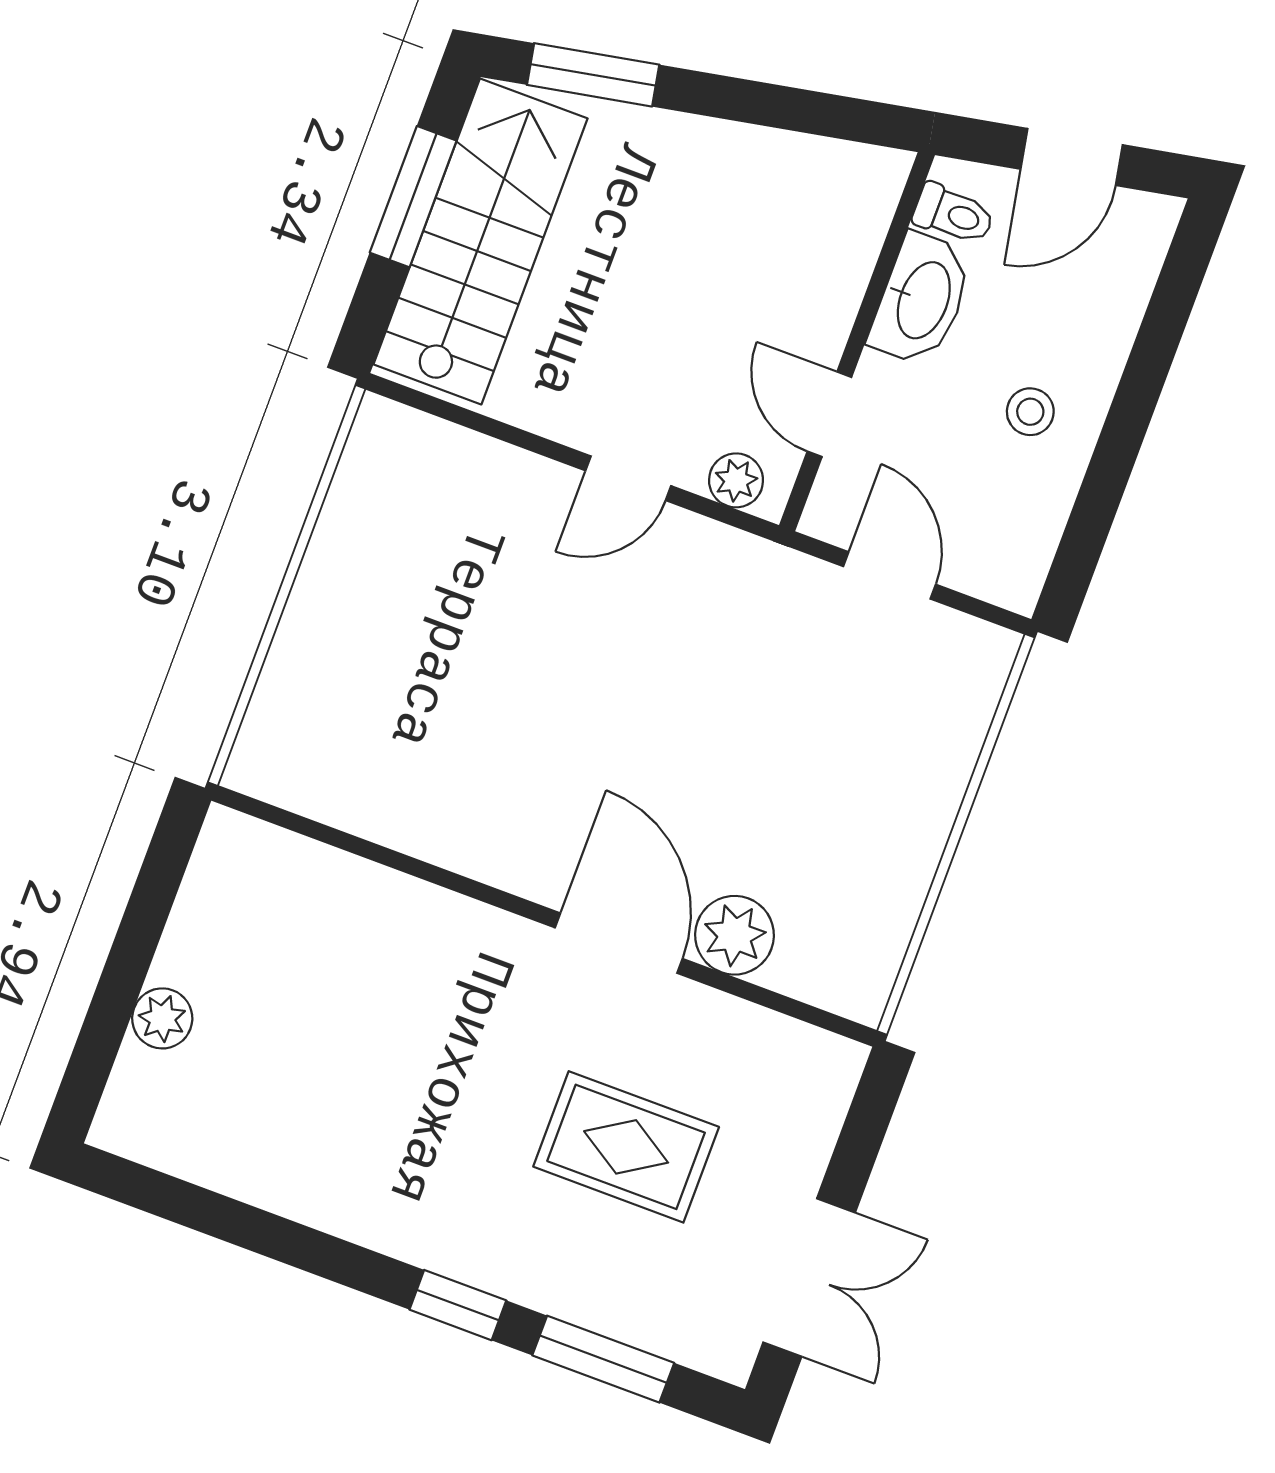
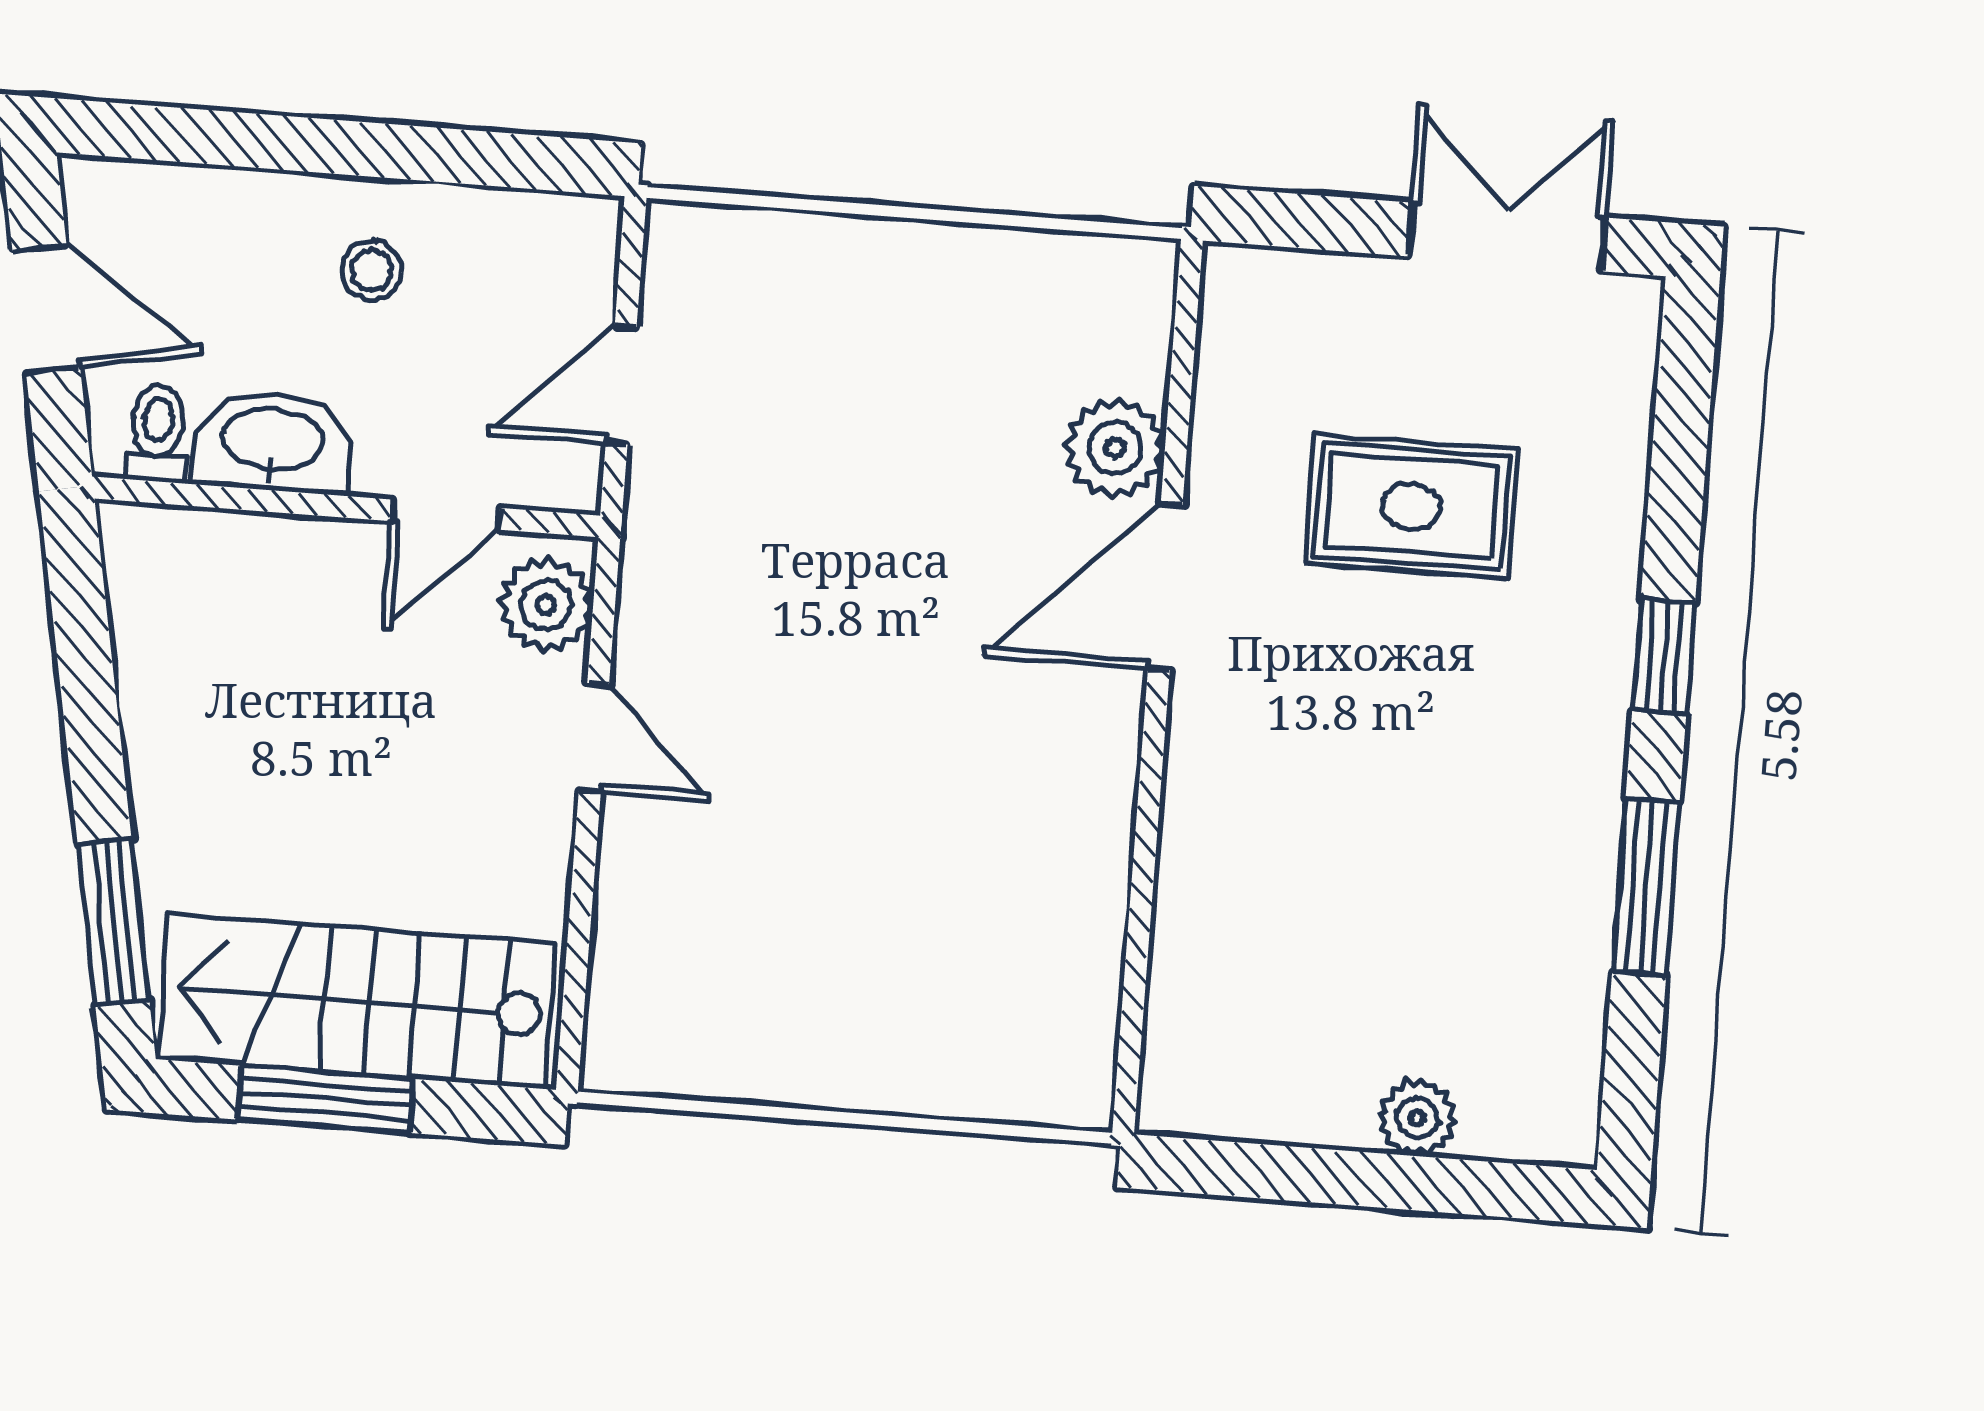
plant: (736, 480) -> (546, 605), width x1.38, depth x1.38
rug: (626, 1147) -> (1411, 506), turned 90
window: (603, 1359) -> (1646, 886), moved

